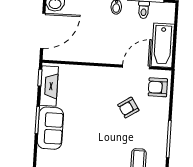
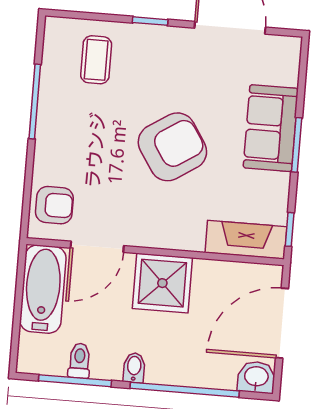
shower: (103, 49) -> (162, 283), added
fireplace: (49, 86) -> (246, 240), moved, turned 90
armchair: (128, 108) -> (172, 147), moved, width x1.88, depth x1.88

